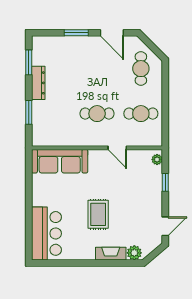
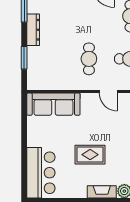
cafe table: (97, 114) -> (89, 59), turned 90
rug: (98, 214) -> (90, 155), turned 90

